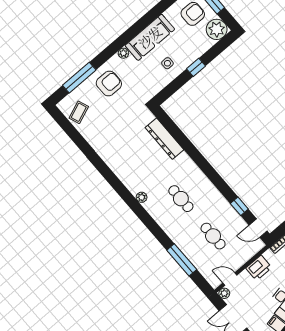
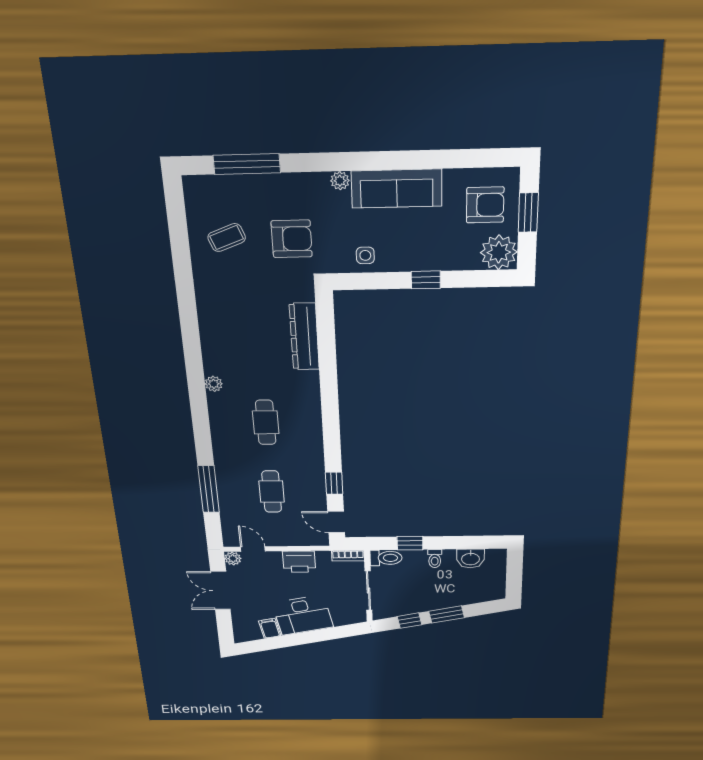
side table: (167, 63) -> (365, 255), moved
armchair: (109, 83) -> (292, 239), moved
coffee table: (79, 112) -> (227, 238), moved

